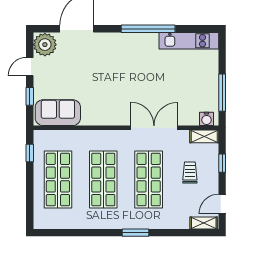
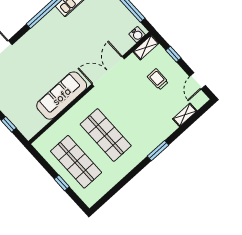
sofa: (58, 113) -> (62, 96), moved, width x1.36
window: (30, 153) -> (62, 183), moved
shop shelf: (149, 180) -> (135, 108), removed
shelving: (204, 223) -> (185, 115), moved

